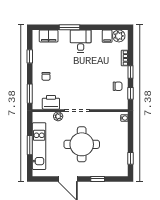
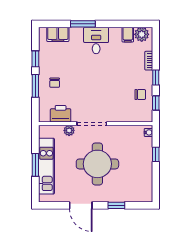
window: (30, 94) -> (35, 86), moved
window: (130, 158) -> (156, 154), moved

